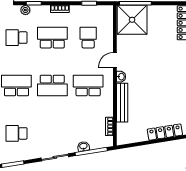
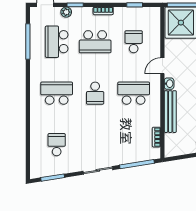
school desk: (16, 38) -> (57, 42), width x1.85
school desk: (52, 38) -> (95, 42), turned 180
school desk: (52, 86) -> (95, 93), width x0.54
school desk: (16, 133) -> (57, 145), turned 90
washbasin: (83, 146) -> (129, 159), removed

